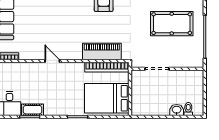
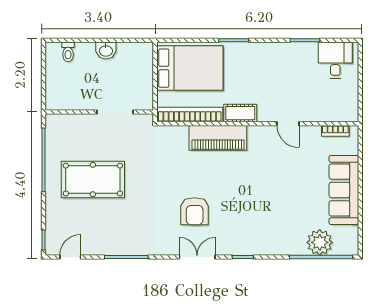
piano: (102, 52) -> (218, 138), moved
door: (52, 61) -> (288, 124), moved
cot: (33, 110) -> (240, 113), moved
washbasin: (177, 110) -> (106, 50), moved

